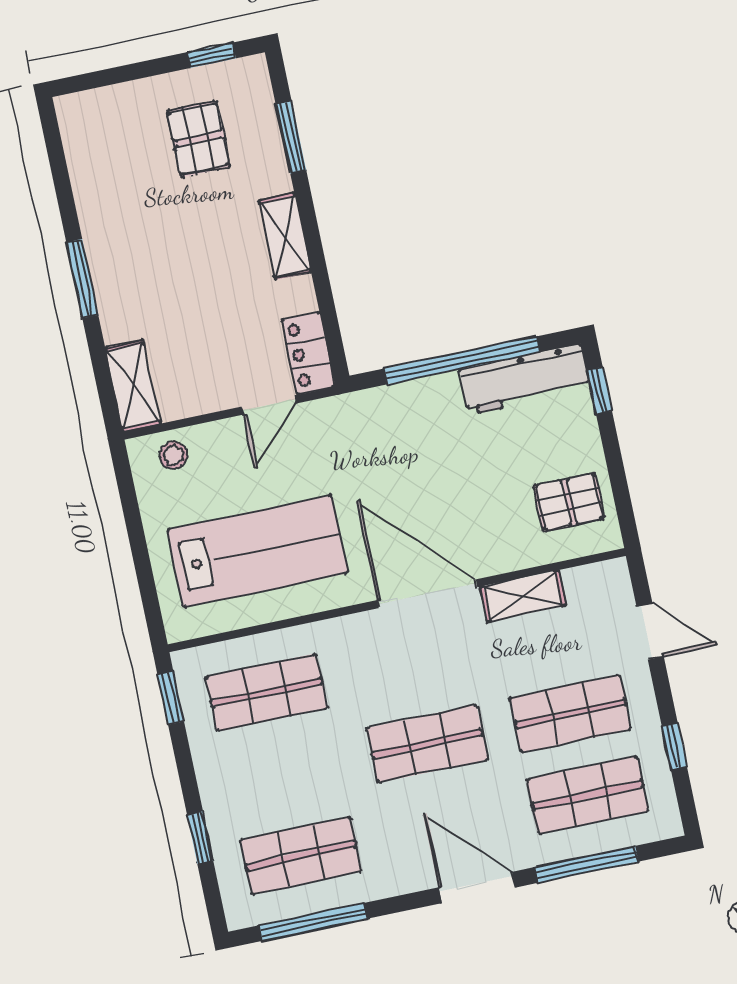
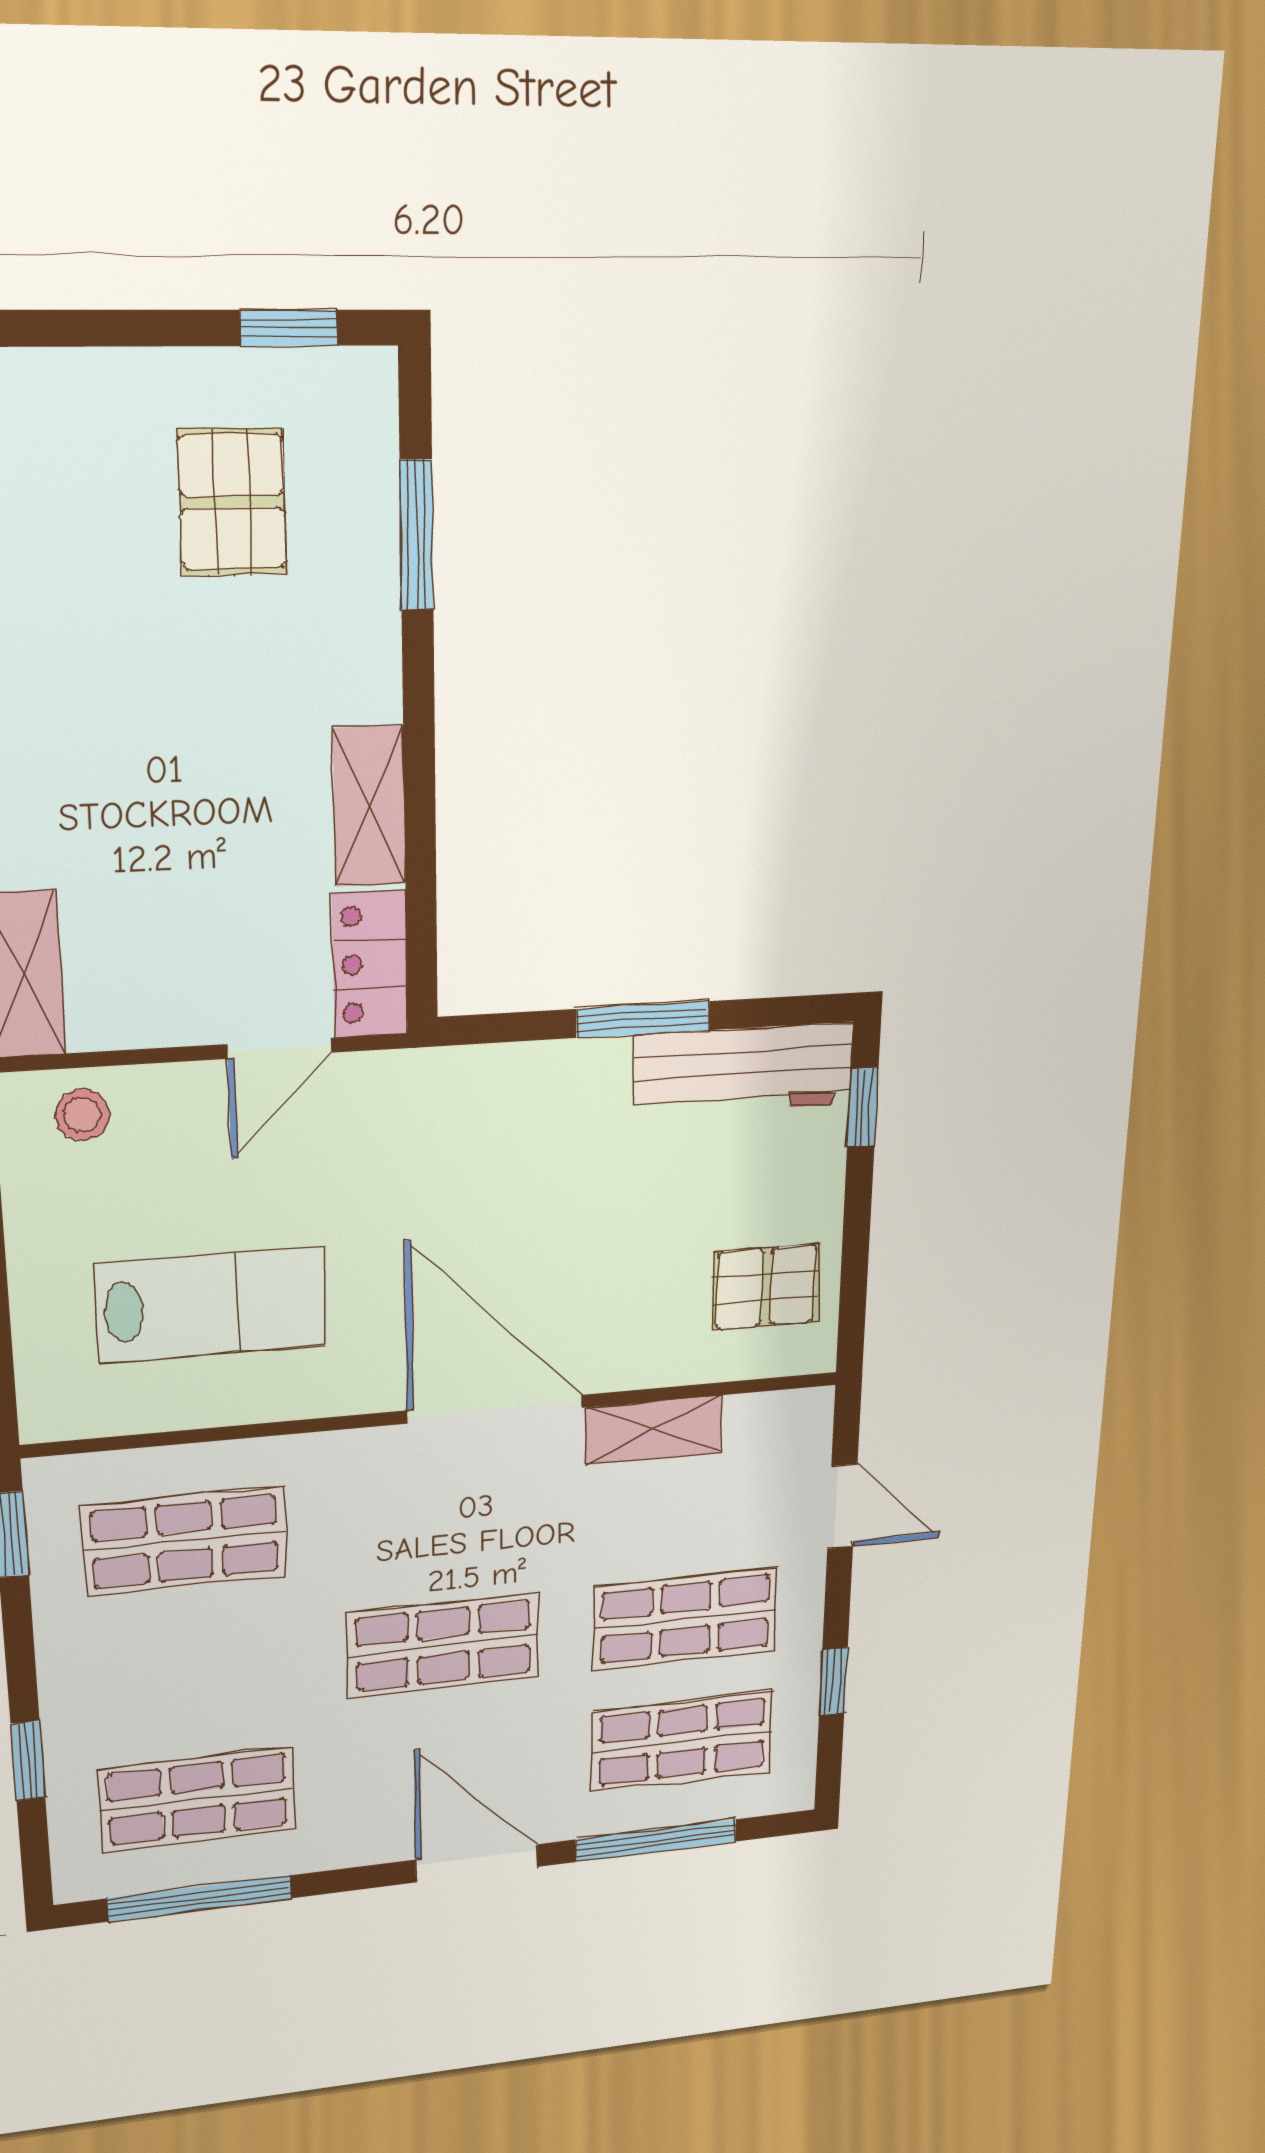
shelving: (285, 236) -> (369, 807), moved
window: (462, 360) -> (643, 1020), width x0.47
lab bench: (258, 551) -> (211, 1305), width x0.73, depth x0.72

